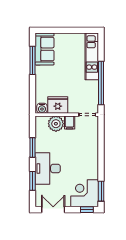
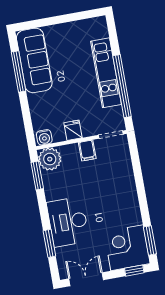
sofa: (45, 49) -> (34, 60), width x1.36
kitchen unit: (92, 56) -> (106, 73), moved
fridge: (58, 105) -> (73, 130), width x0.53, depth x0.75
plant: (56, 124) -> (50, 159), moved
window: (33, 148) -> (37, 175), moved

